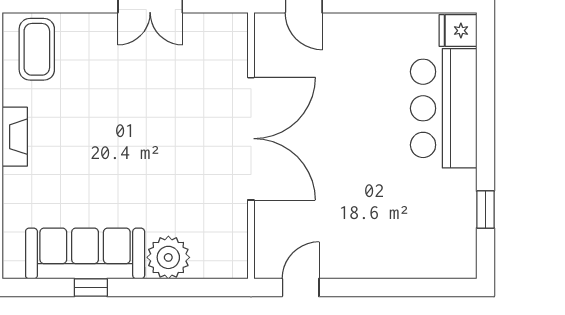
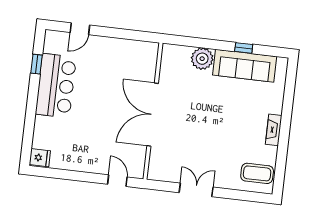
coffee table: (37, 49) -> (257, 173), turned 90
bar counter: (444, 108) -> (56, 86), moved
door: (301, 287) -> (80, 29), moved

